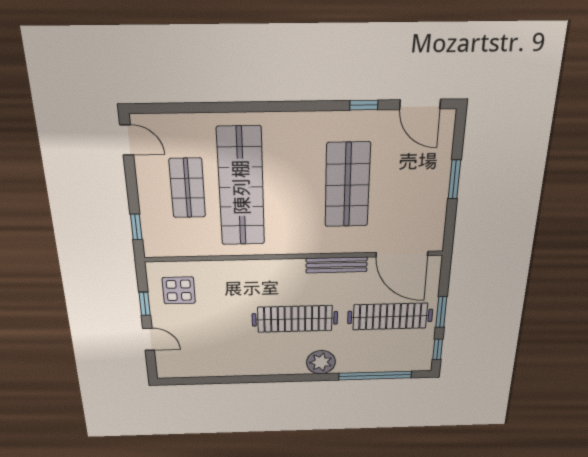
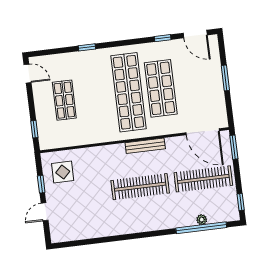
window: (232, 107) -> (87, 47), added
shop shelf: (241, 187) -> (129, 92), moved
bench: (337, 265) -> (145, 146), moved
window: (441, 312) -> (234, 147), moved
door: (149, 339) -> (45, 212), swing flipped
plant: (321, 362) -> (202, 220), moved, width x0.53, depth x0.53

